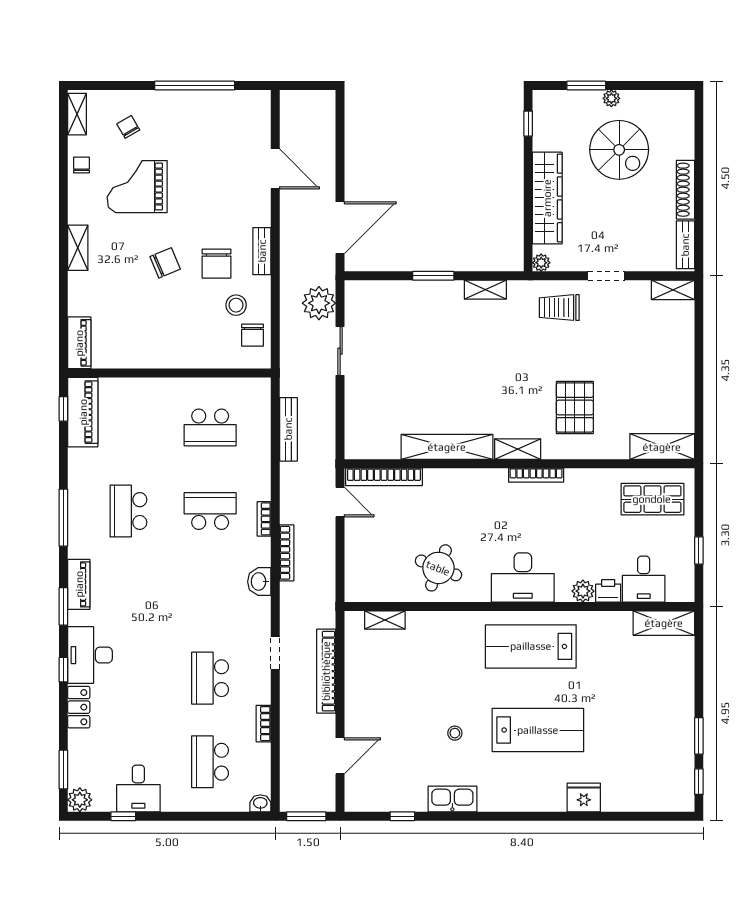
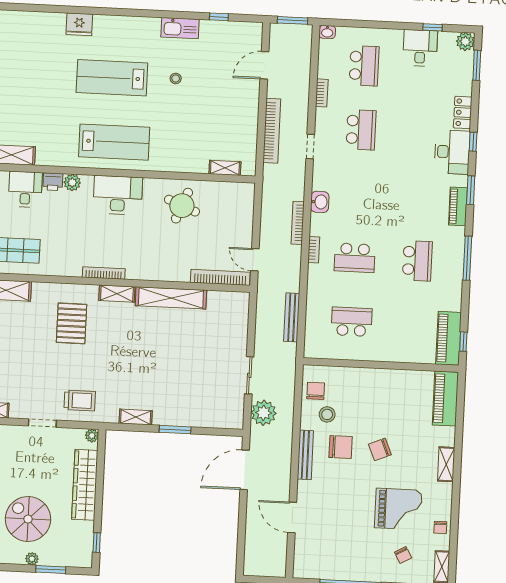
bench: (262, 251) -> (305, 455), width x1.36
chair: (217, 264) -> (341, 447), turned 90
piano: (79, 343) -> (445, 399), width x1.37, depth x1.33

